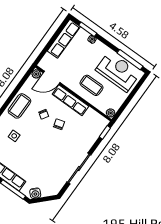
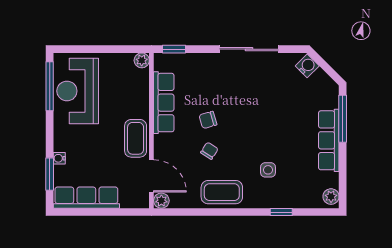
coffee table: (91, 85) -> (136, 138), moved
row of seats: (70, 100) -> (164, 103), moved
water cooler: (35, 193) -> (307, 66), moved

